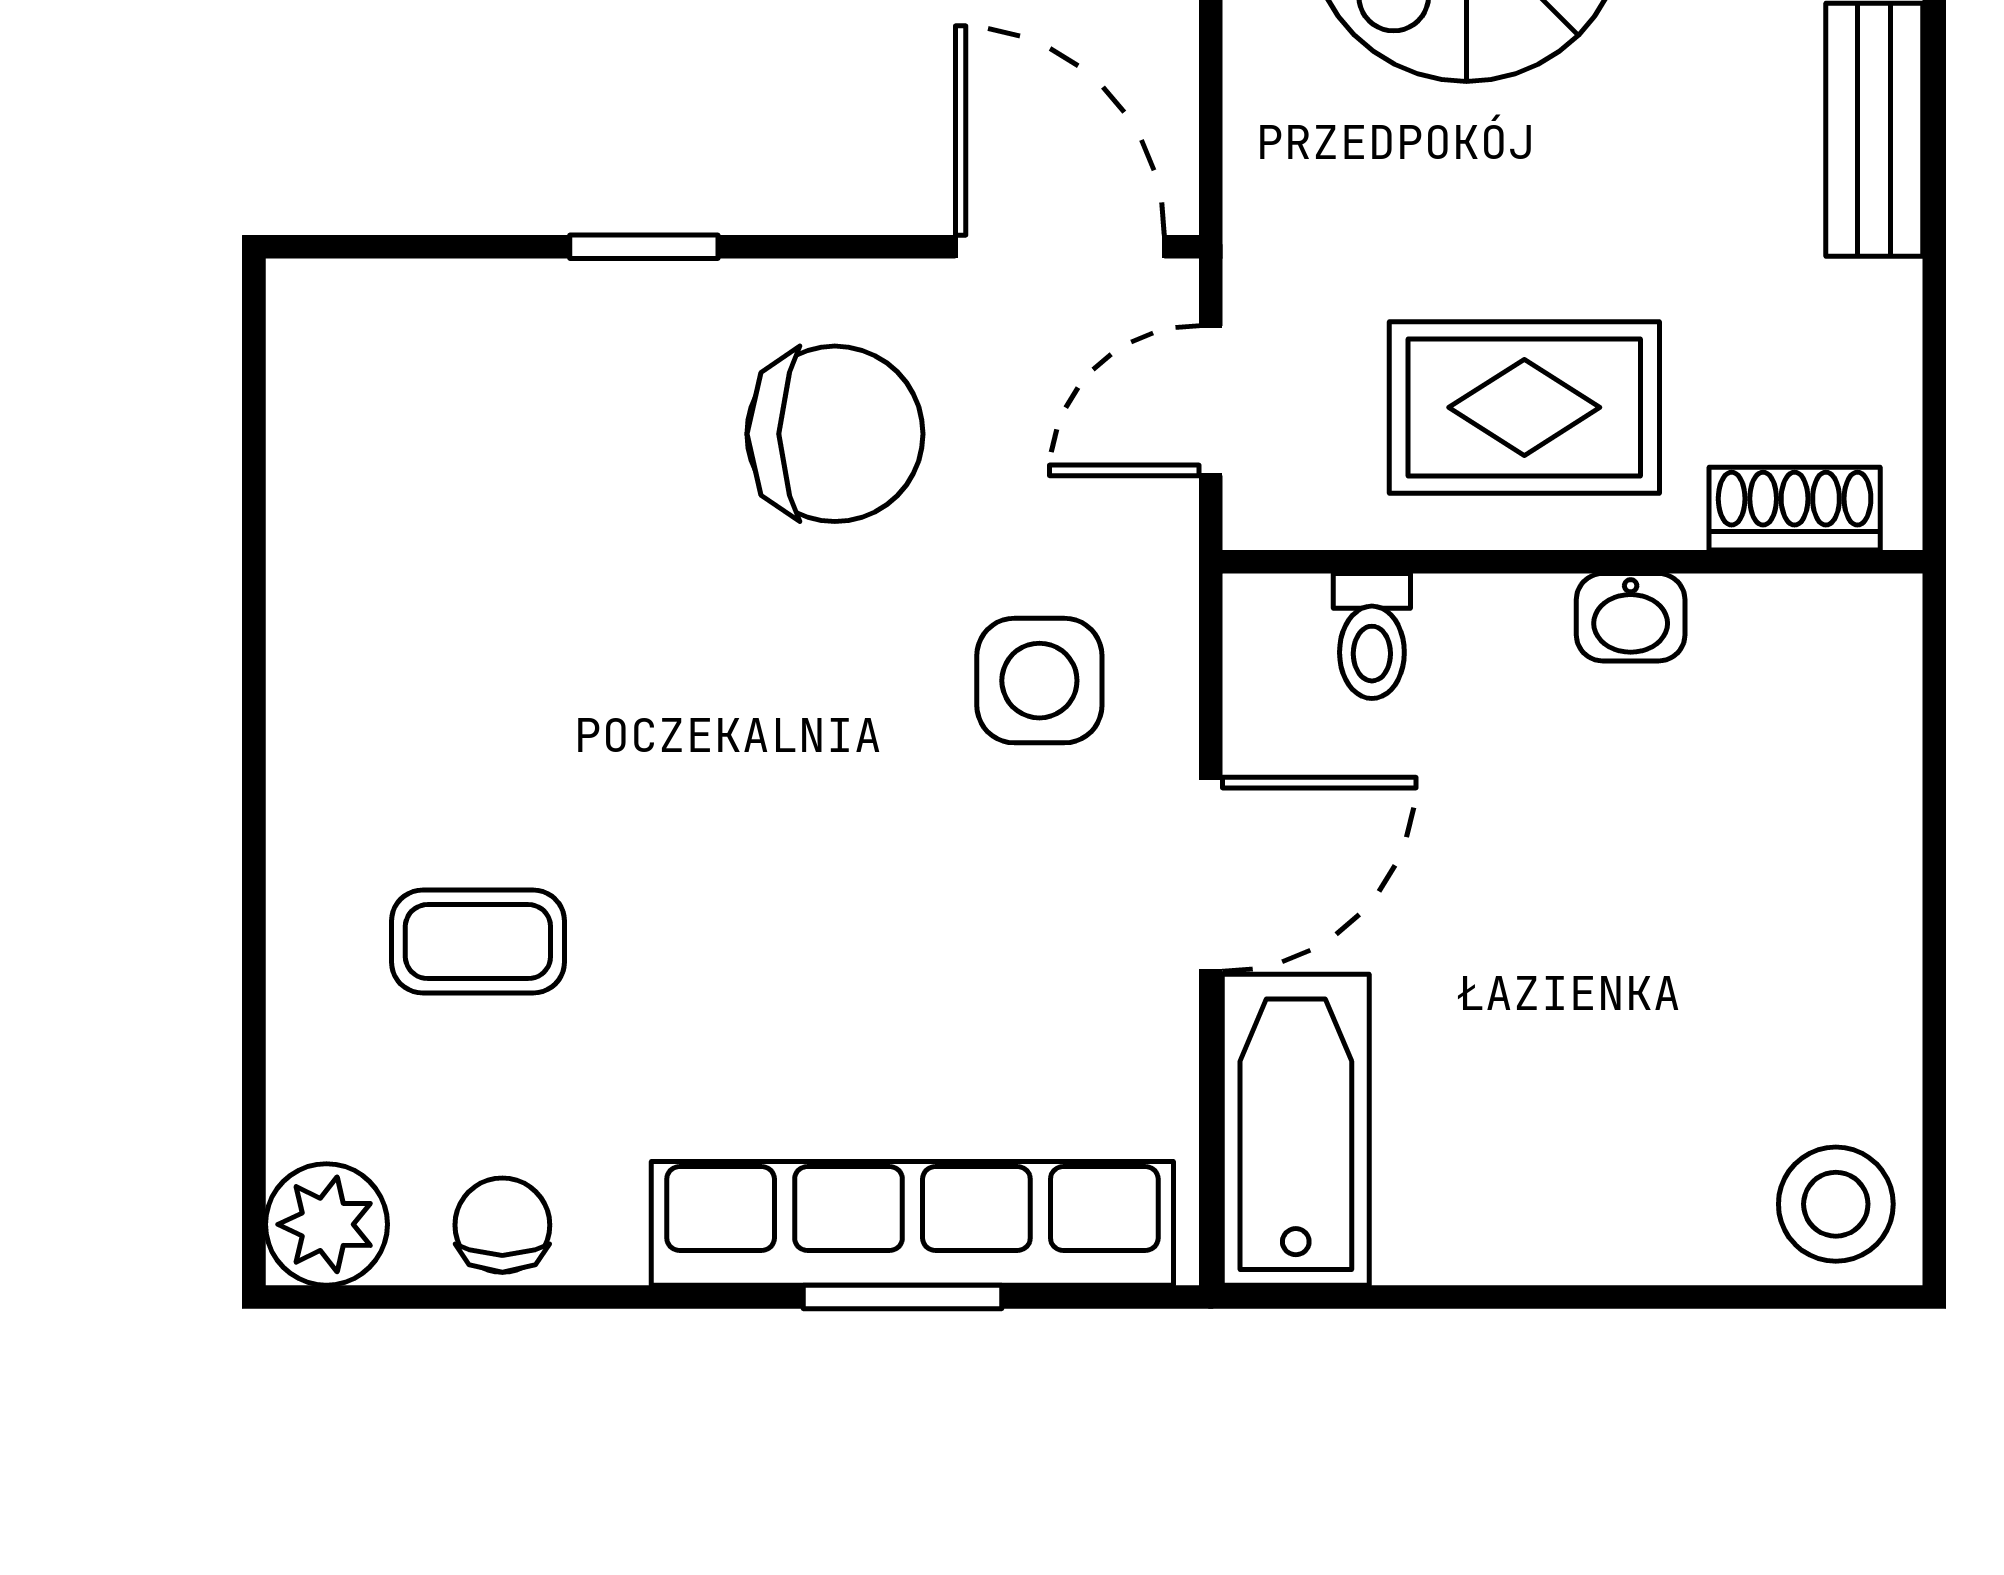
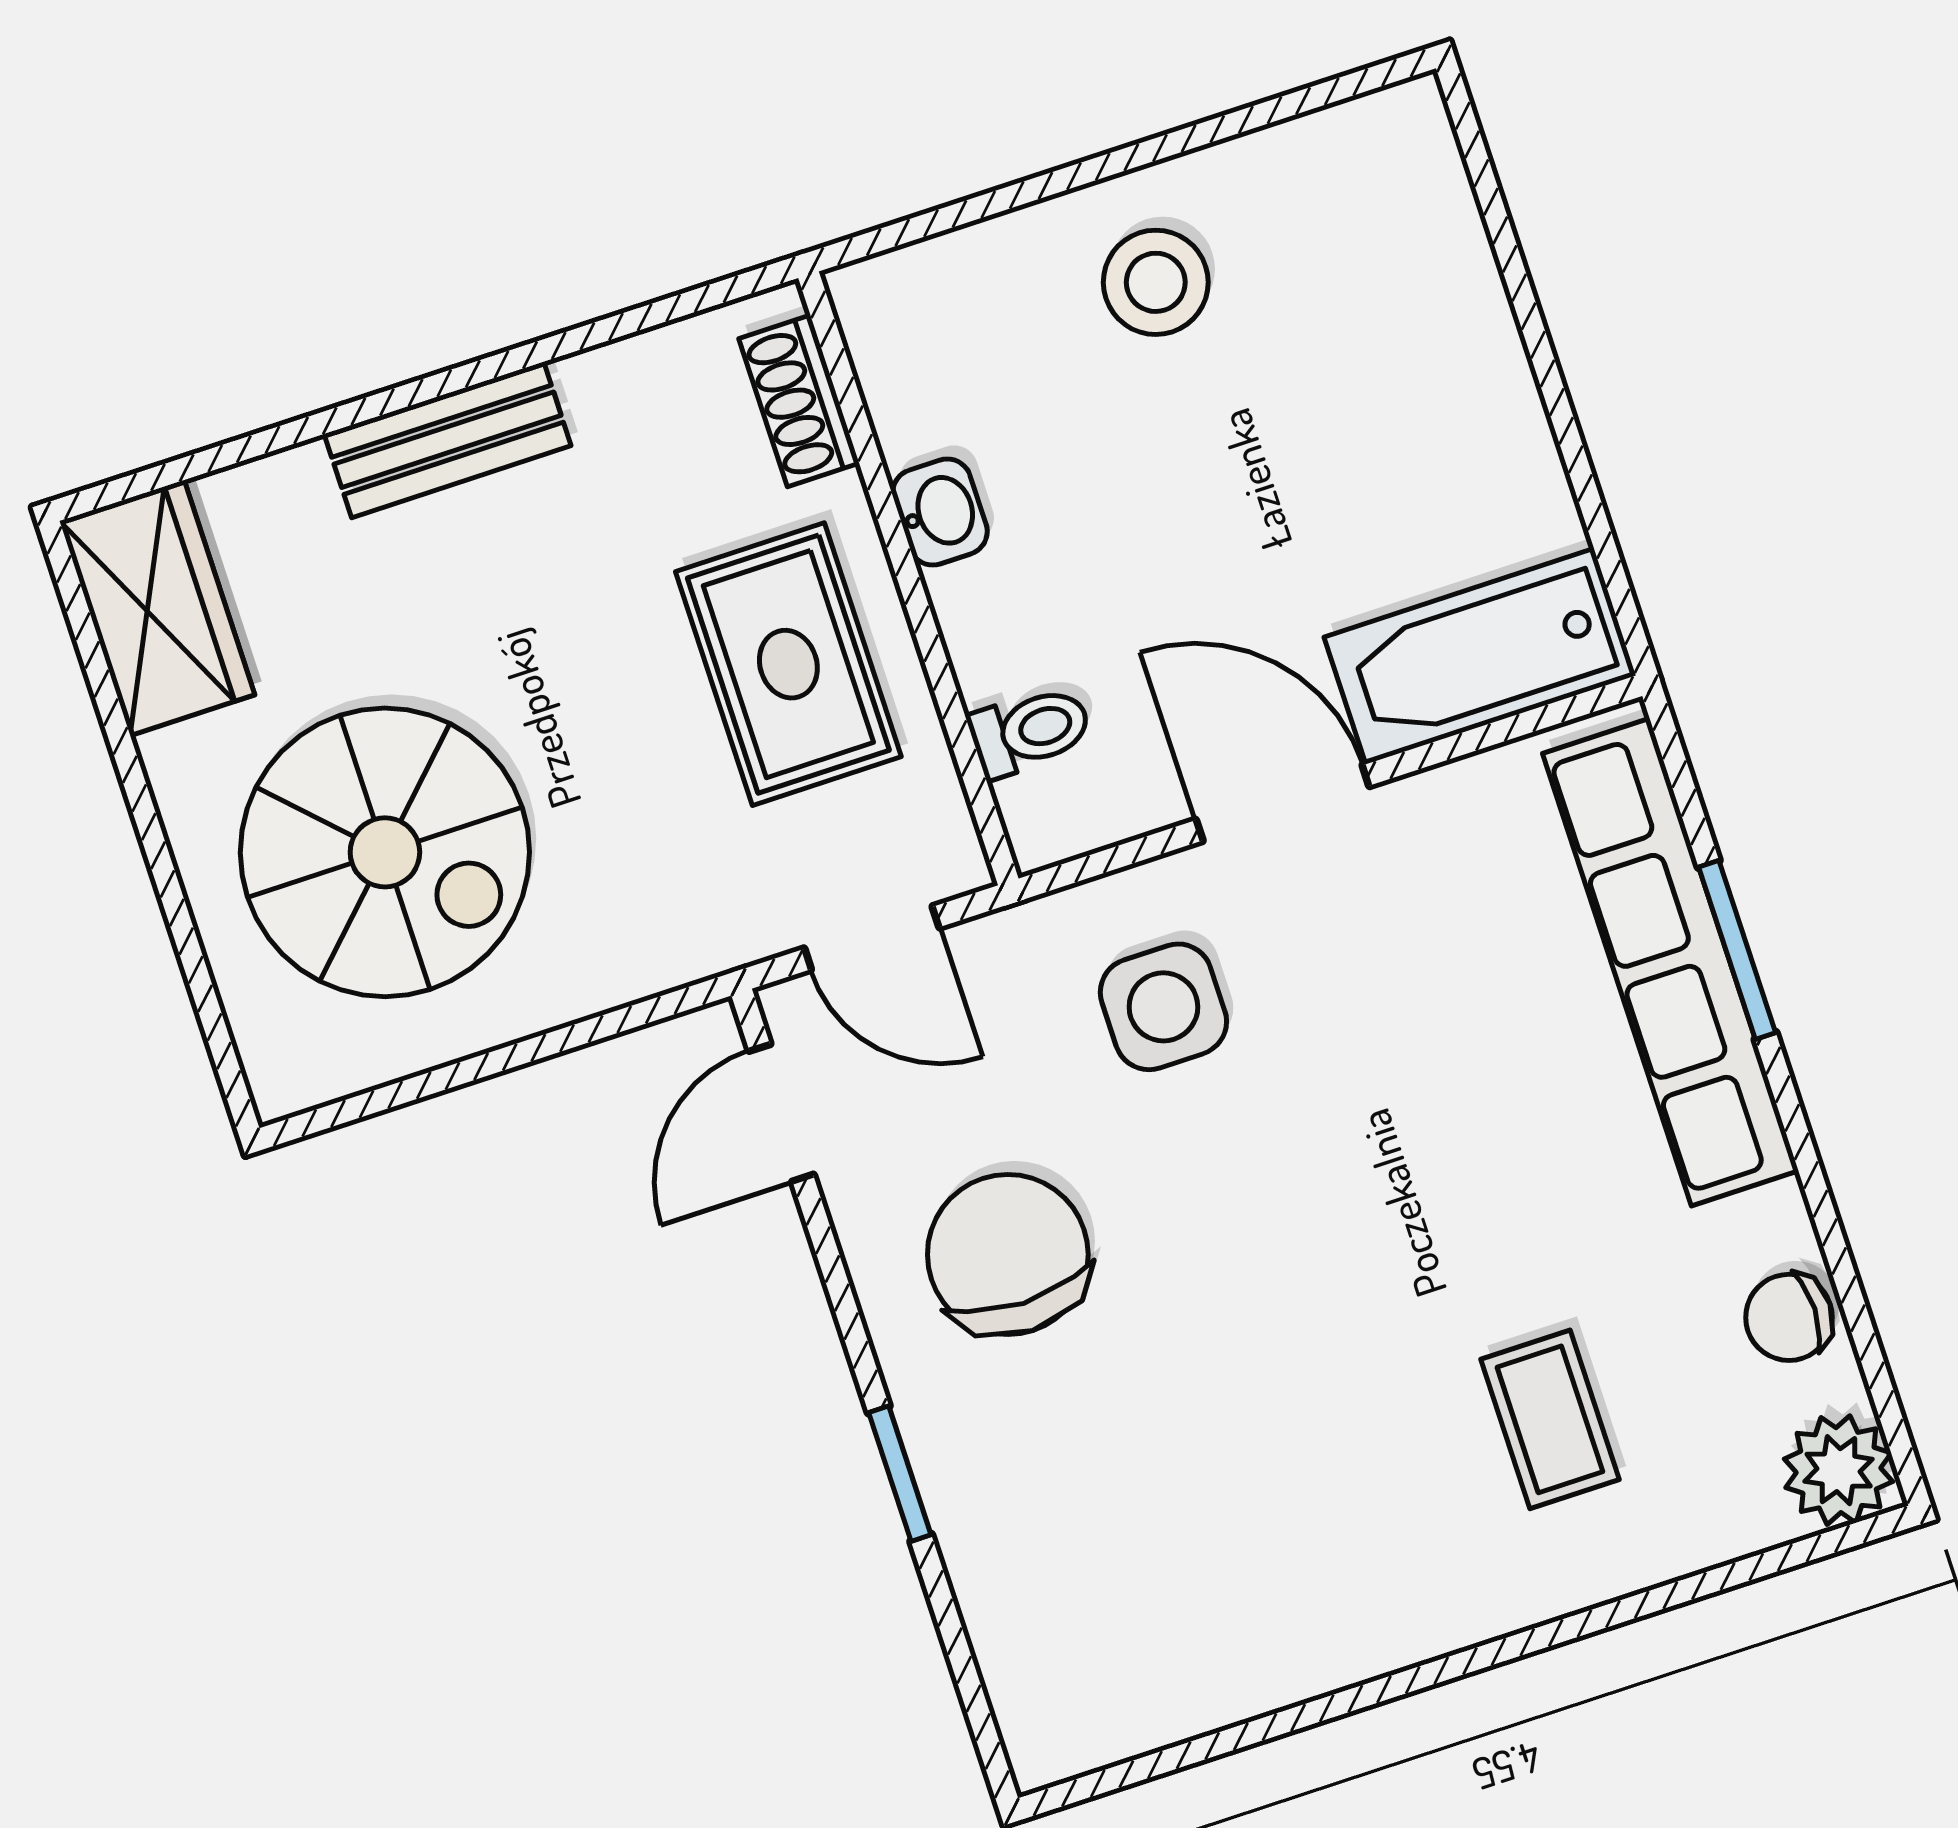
door: (1060, 247) -> (781, 1113), width x0.73
stool: (1836, 1204) -> (1156, 282), moved

